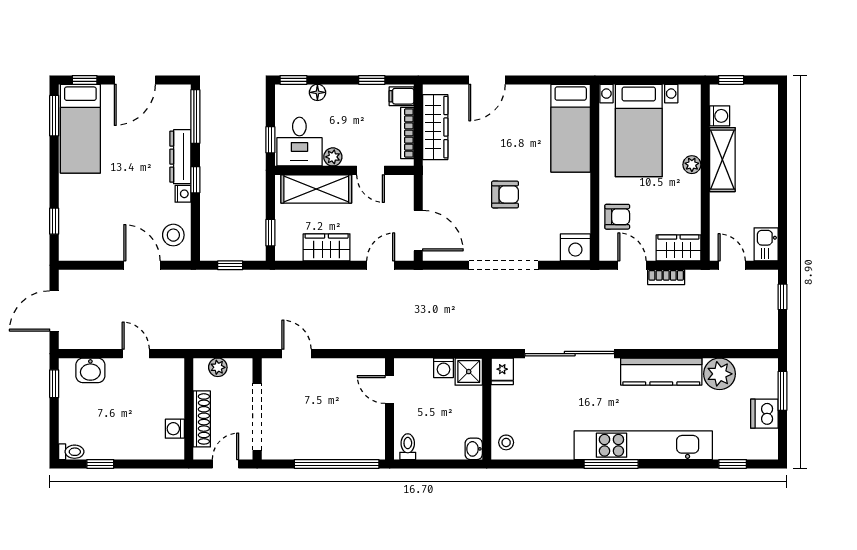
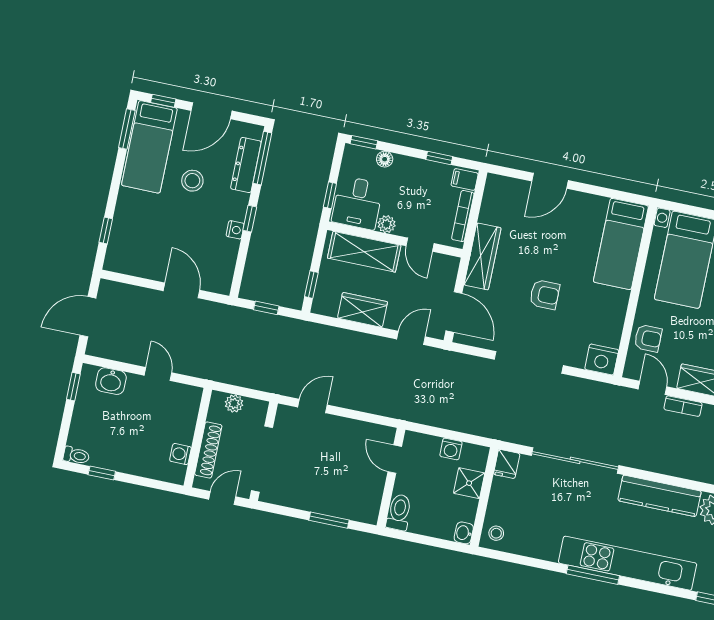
wardrobe: (435, 127) -> (482, 256), moved
dresser: (180, 157) -> (246, 165), moved
stool: (173, 235) -> (192, 181), moved
door: (297, 354) -> (312, 406), hinge flipped
shower: (469, 372) -> (469, 483), moved
toilet: (408, 447) -> (399, 512), width x1.37, depth x1.39
window: (337, 464) -> (329, 520), width x0.47

